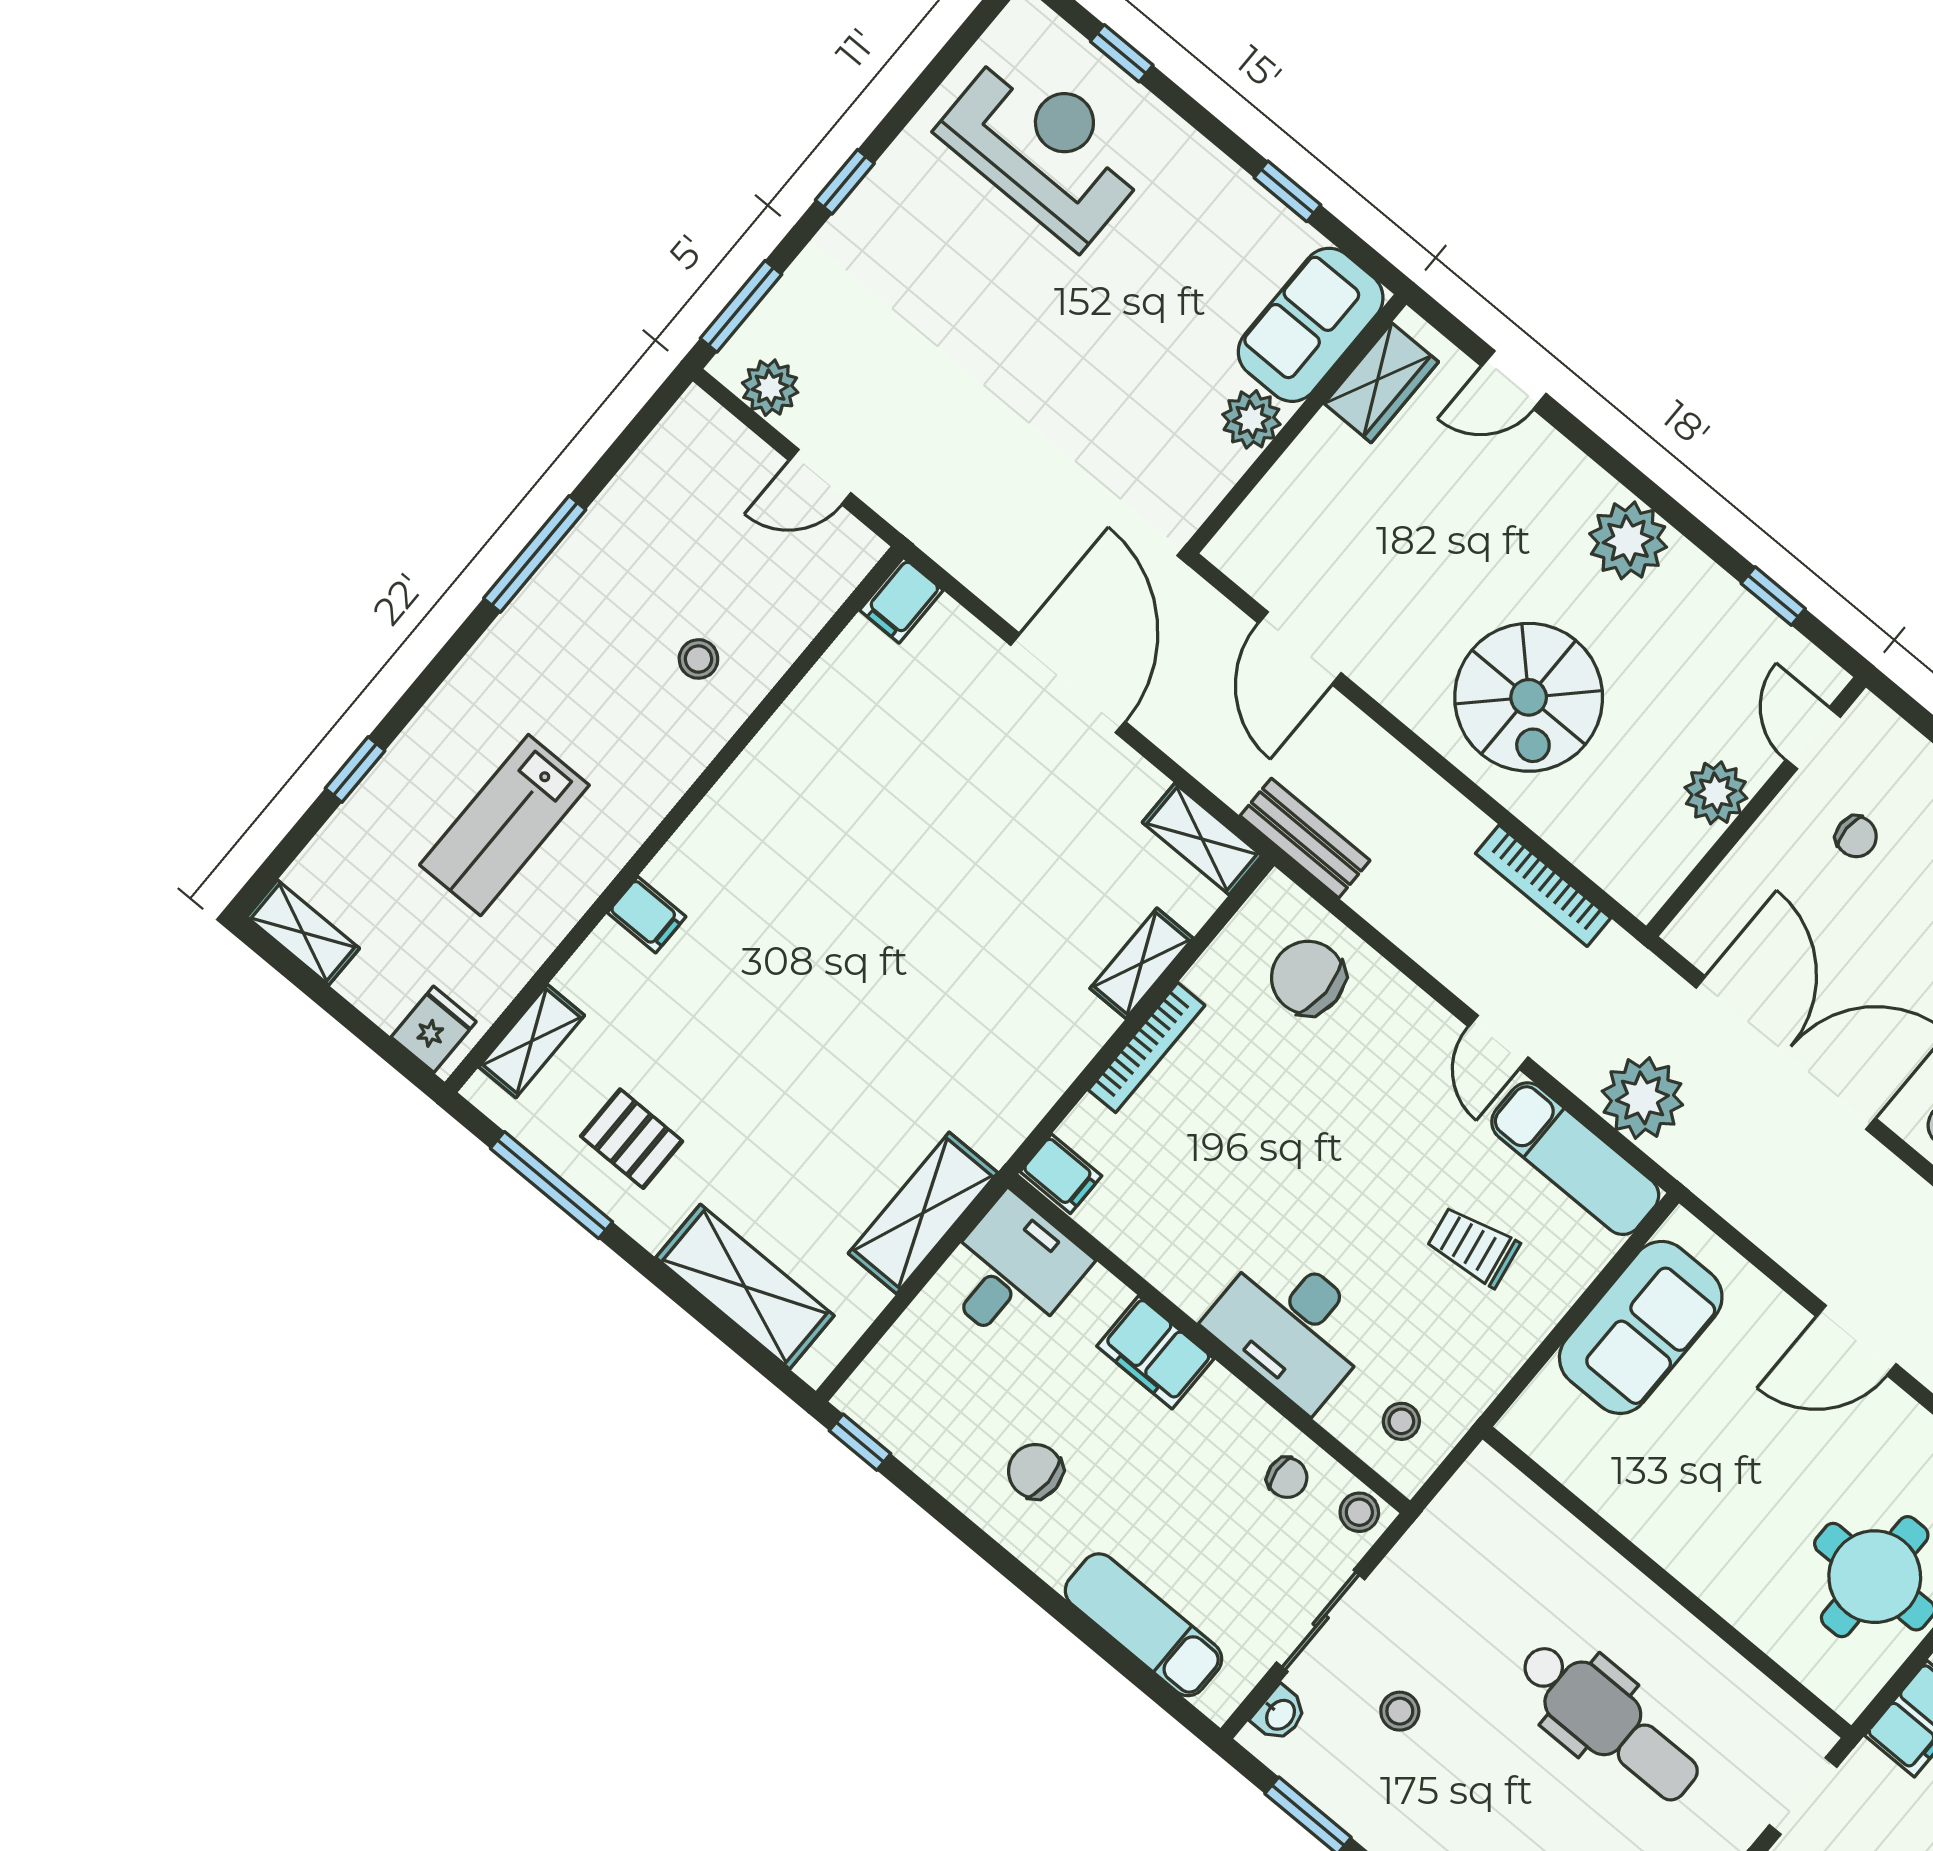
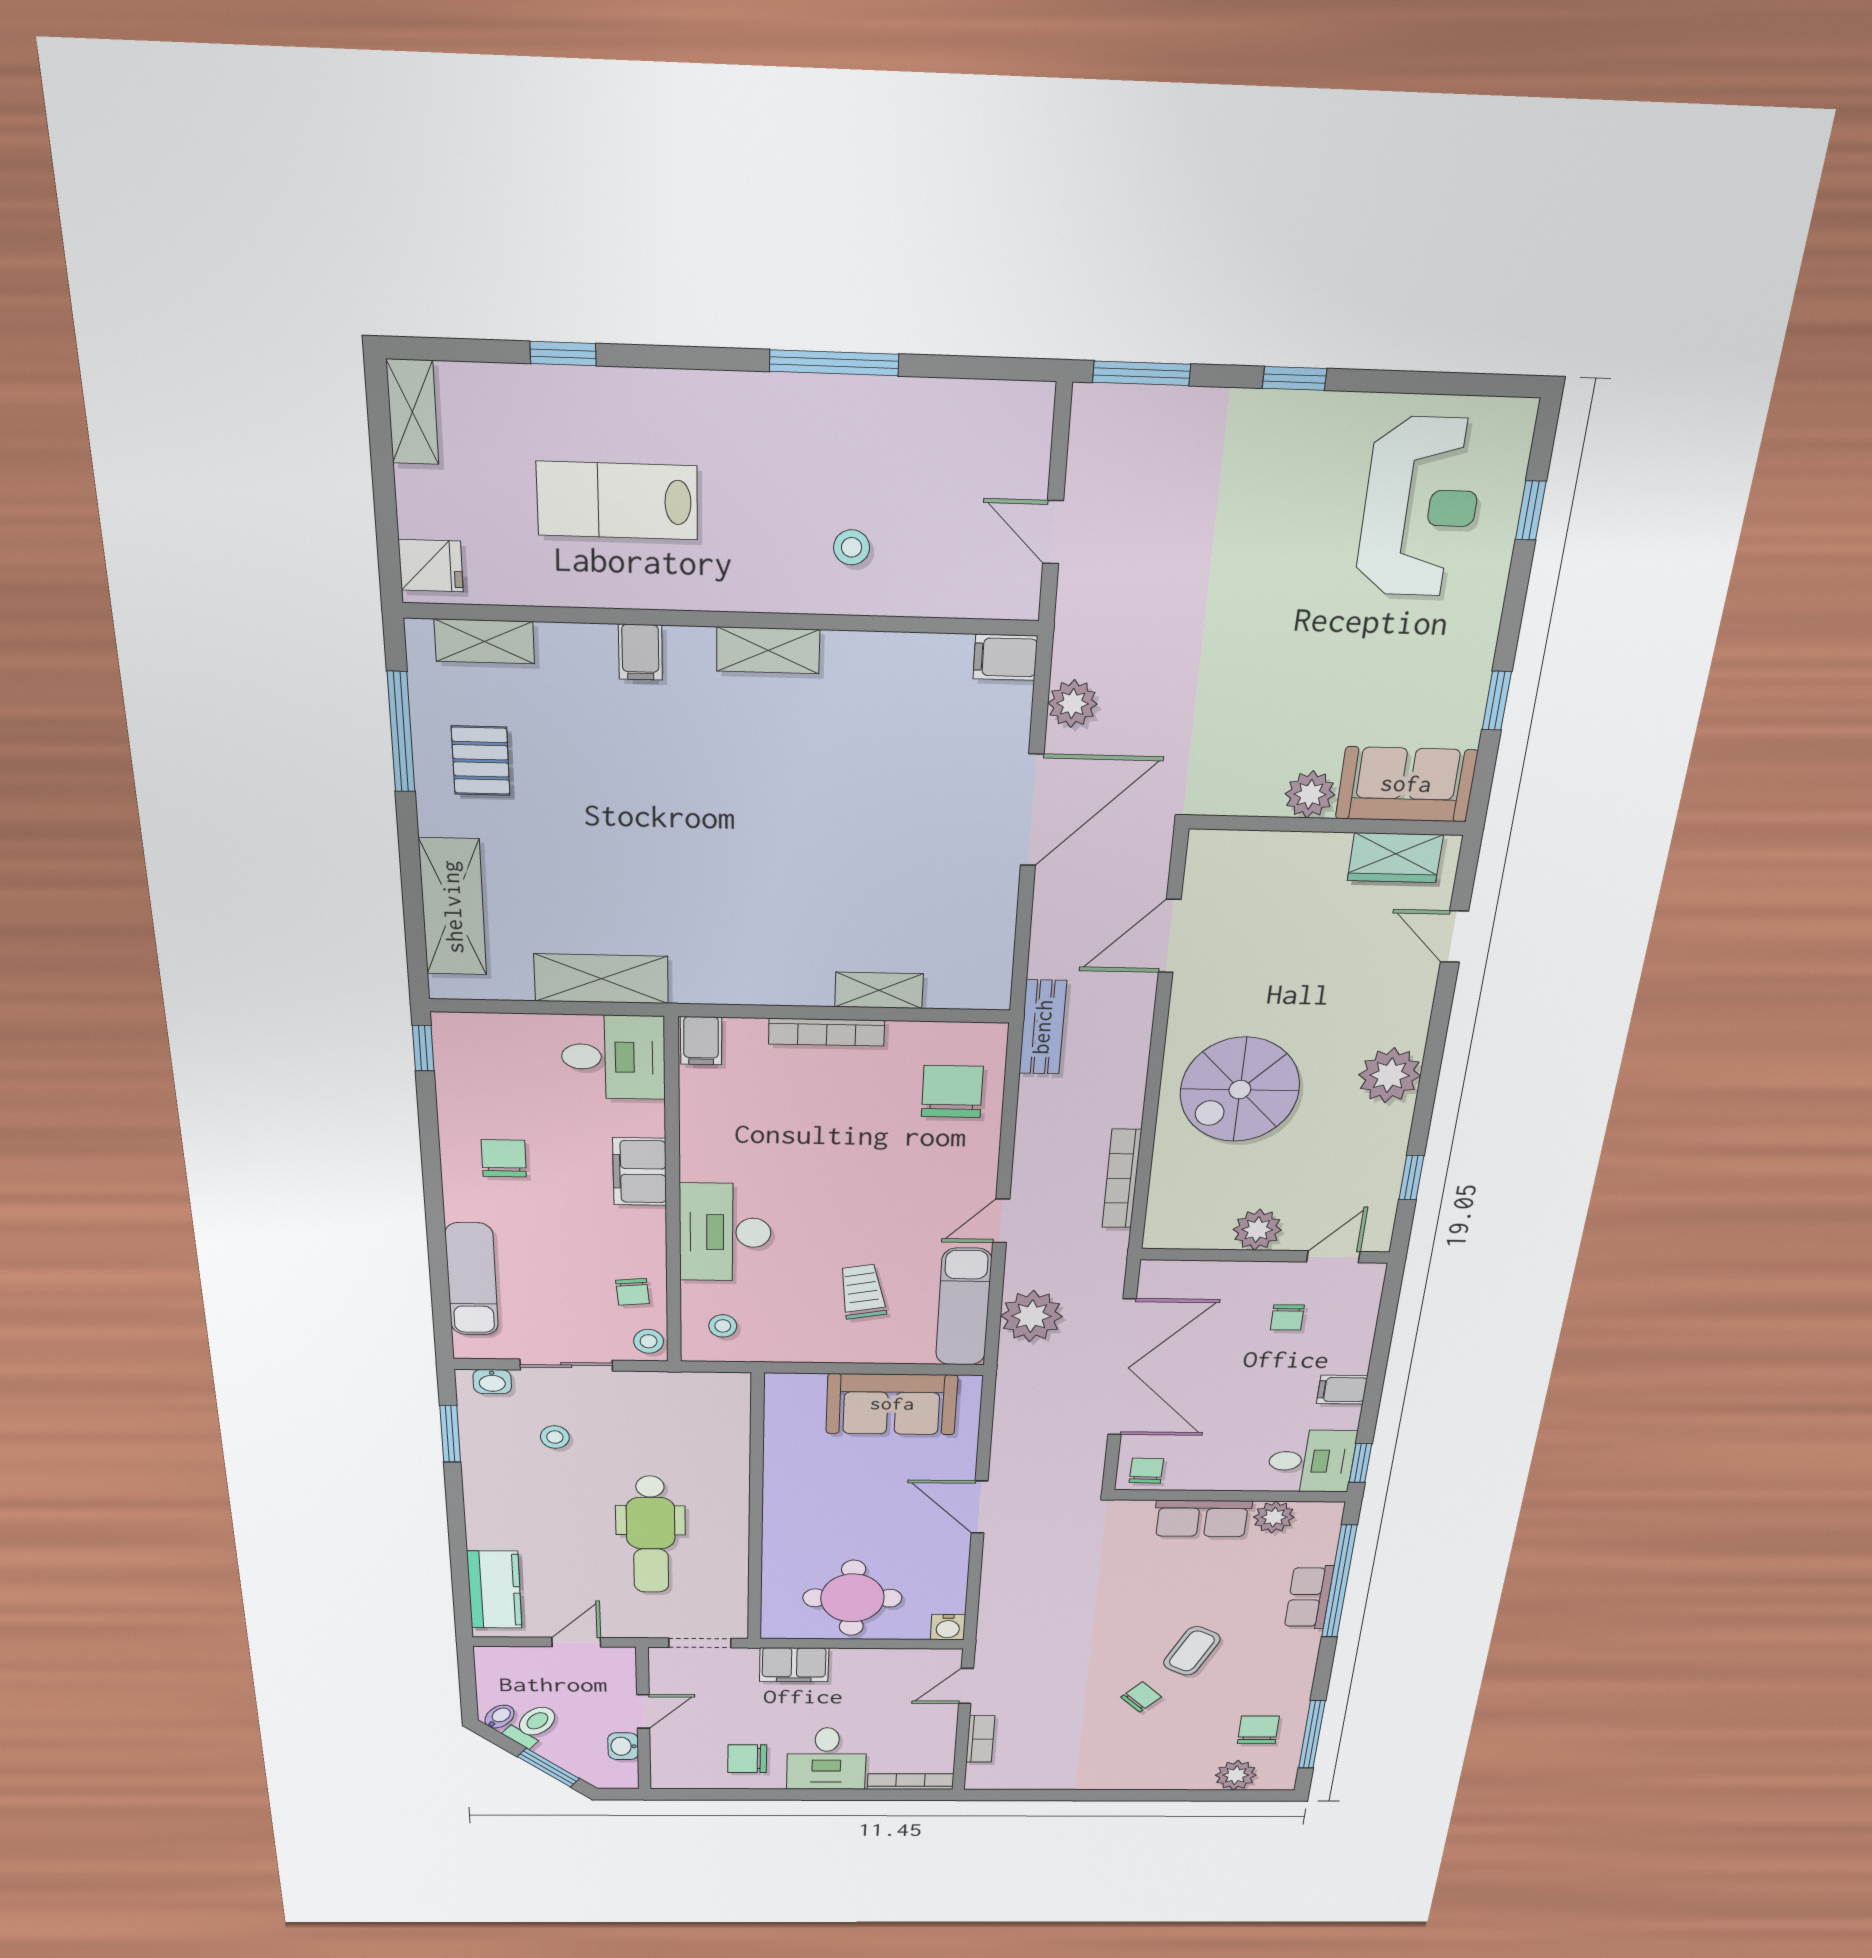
plant: (770, 388) -> (1073, 704), moved
shelving: (1202, 839) -> (768, 650), moved, turned 90

